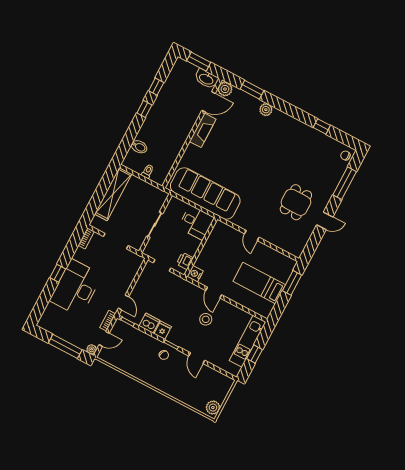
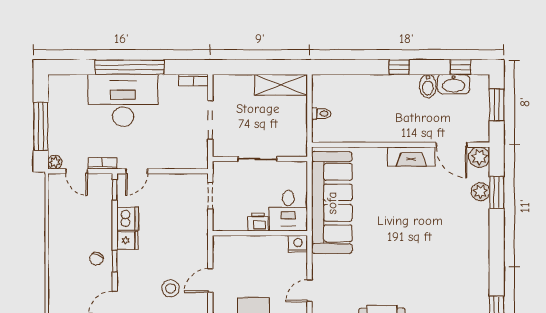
washbasin: (206, 79) -> (454, 84), moved, turned -90
window: (156, 87) -> (461, 67), moved
plant: (266, 110) -> (480, 192), moved
bidet: (139, 147) -> (428, 86), moved
shelving: (113, 194) -> (281, 85), width x0.68
printer: (185, 261) -> (258, 222), moved
window: (58, 273) -> (129, 67), width x3.17
nightstand: (195, 274) -> (298, 244), moved

